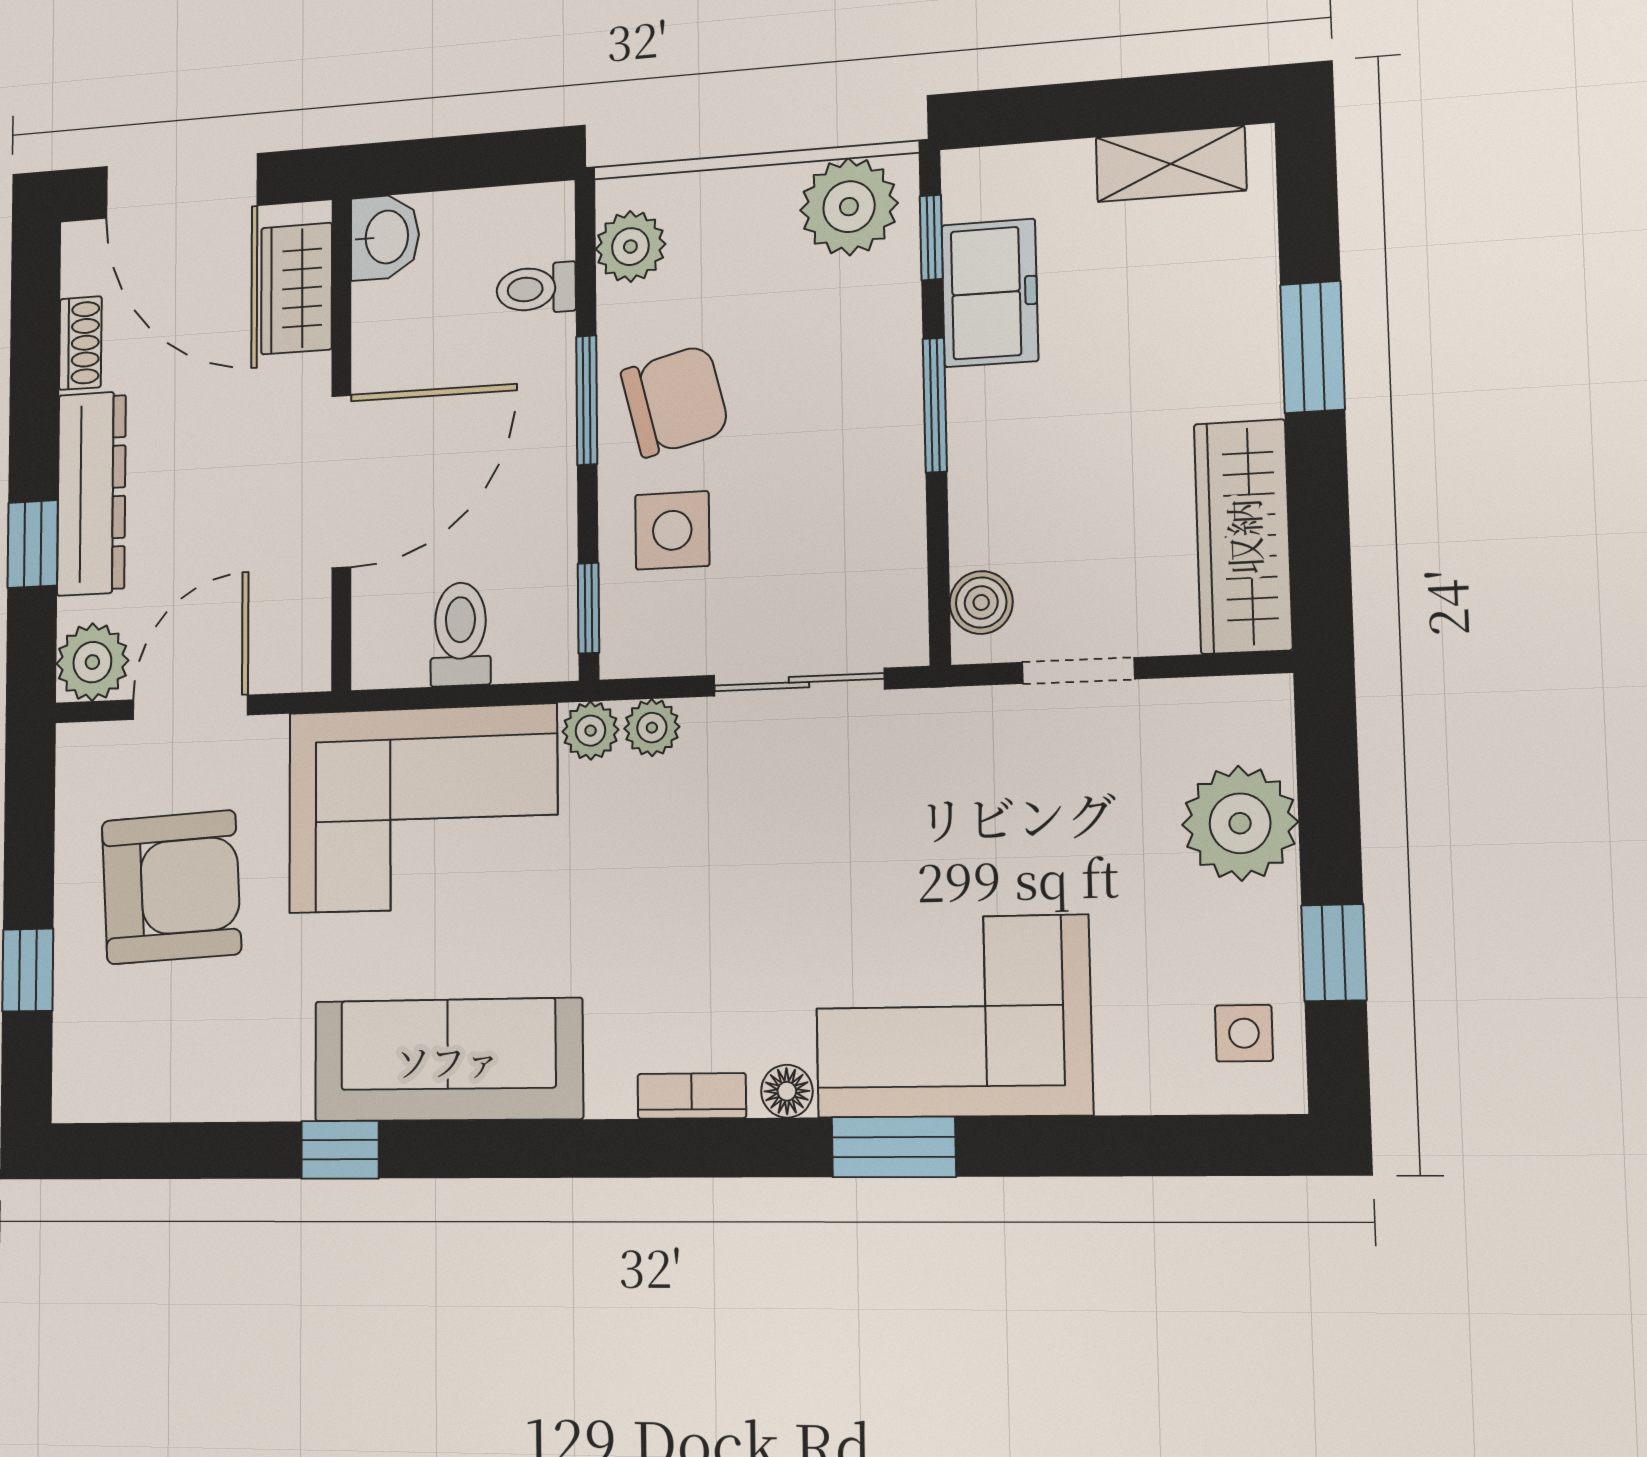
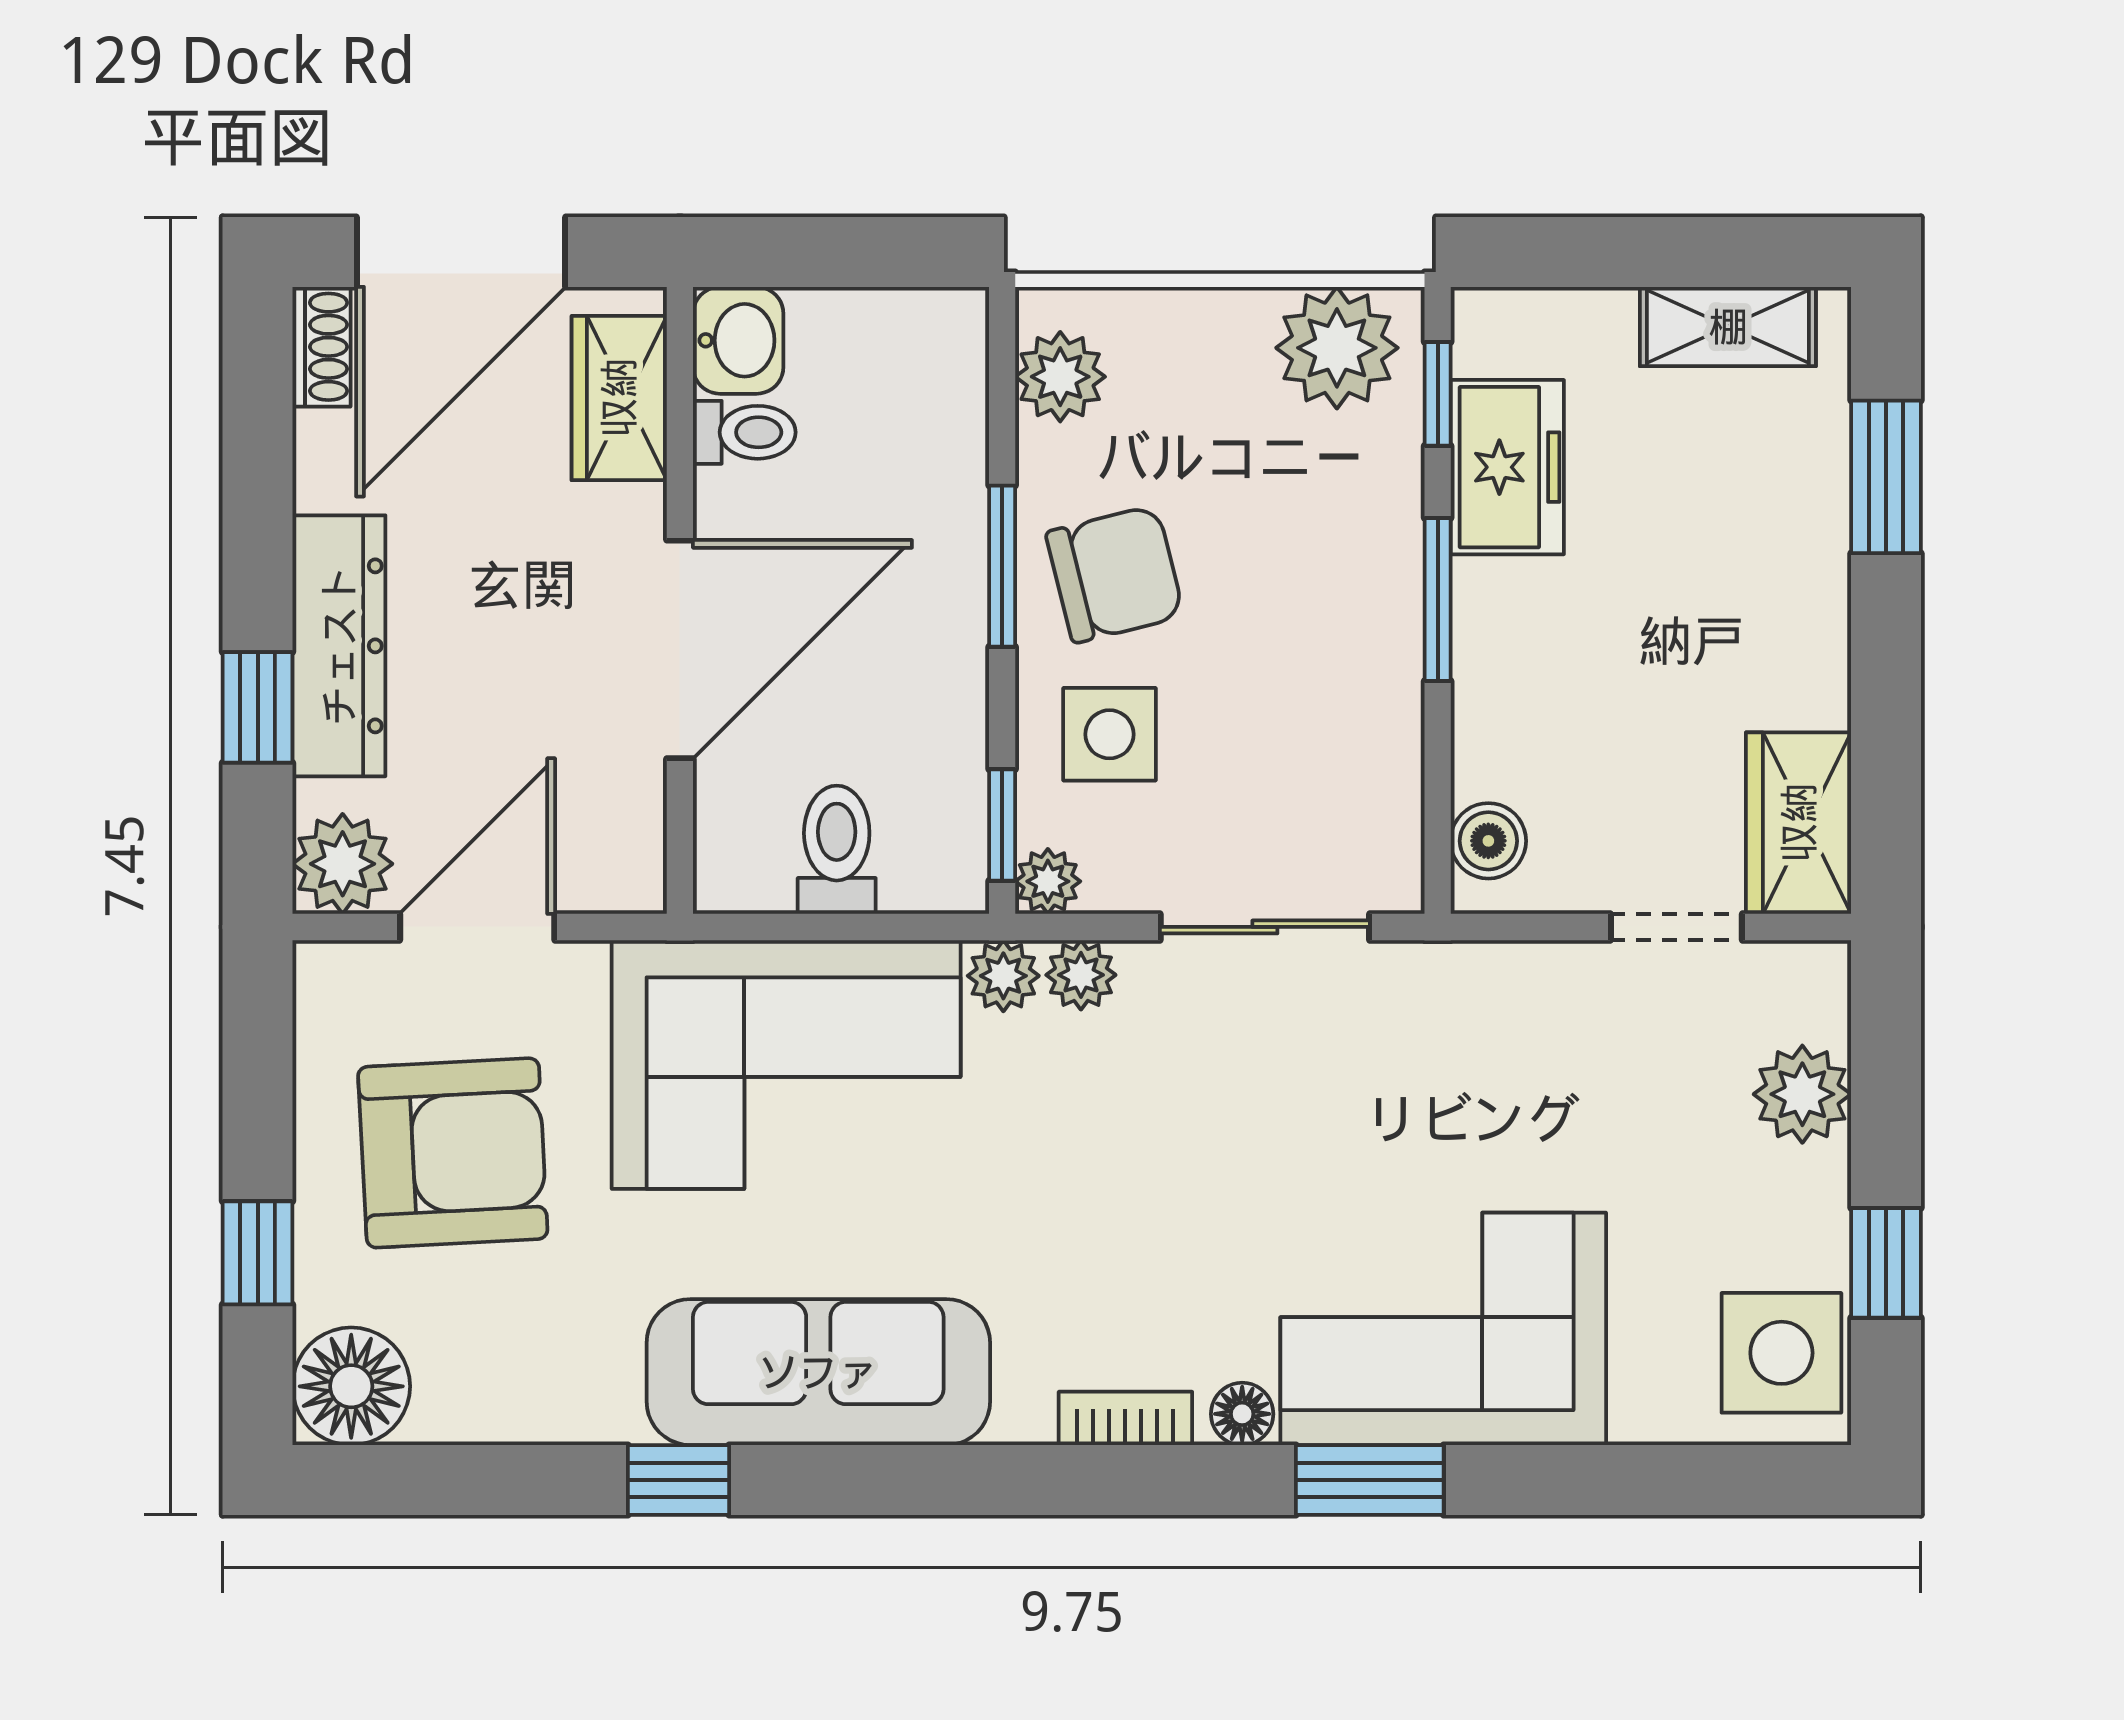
door: (182, 186) -> (461, 252), hinge flipped
toilet: (536, 289) -> (744, 432), moved, turned 180
shoe rack: (80, 343) -> (321, 347), moved
window: (1313, 347) -> (1886, 477), moved
wardrobe: (1243, 537) -> (1799, 823), width x0.67
plant: (625, 652) -> (1048, 881), added
doorway: (1078, 671) -> (1676, 927), moved
plant: (1240, 823) -> (1802, 1094), width x0.73, depth x0.73
side table: (1244, 1033) -> (1781, 1353), width x1.87, depth x1.87
floor lamp: (95, 1076) -> (351, 1386), added

